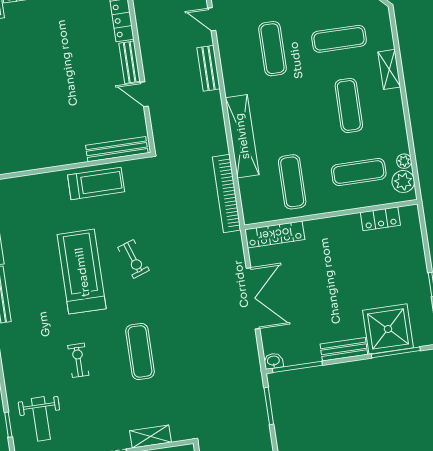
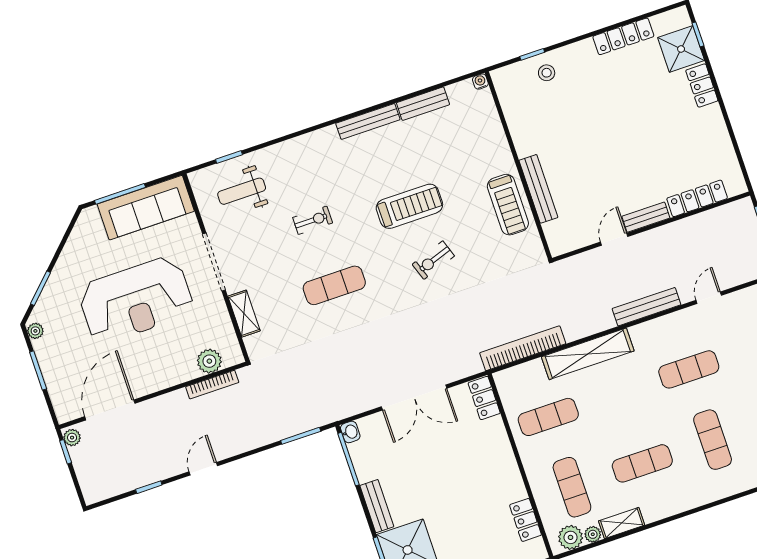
bench: (208, 68) -> (647, 307), width x1.36
shelving: (389, 69) -> (622, 523), moved
bench: (117, 149) -> (538, 189), moved
locker: (275, 234) -> (484, 398), width x0.66
treadmill: (82, 272) -> (409, 206), width x0.73, depth x0.73

